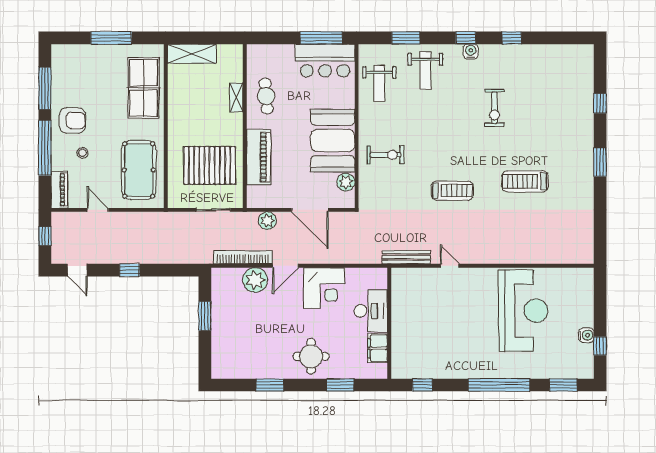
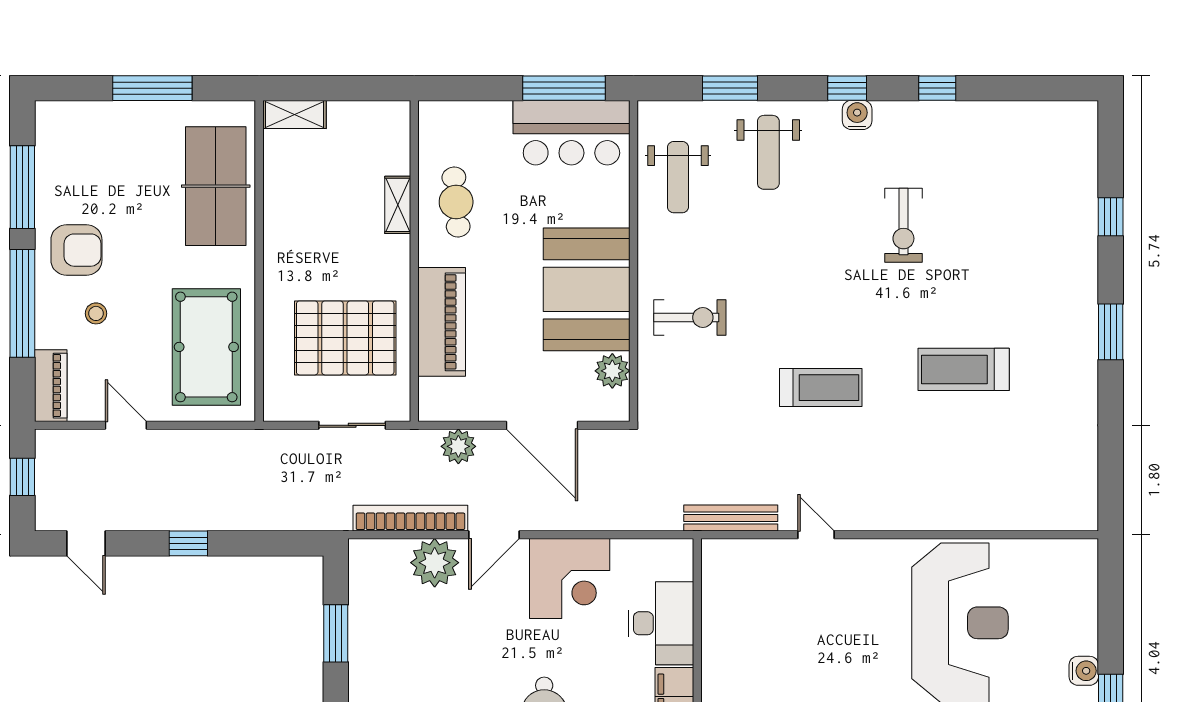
shelving: (192, 54) -> (294, 114), width x0.67, depth x0.75

